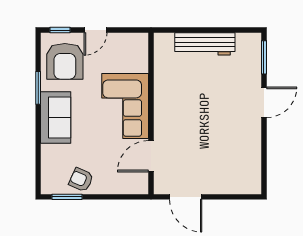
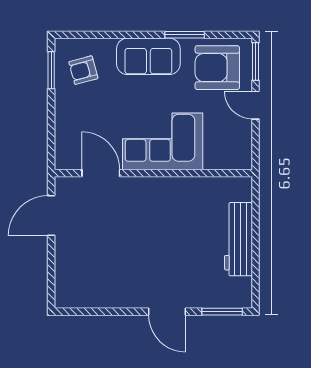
window: (60, 30) -> (255, 62), width x1.50
armchair: (81, 180) -> (83, 70), moved, turned -129

